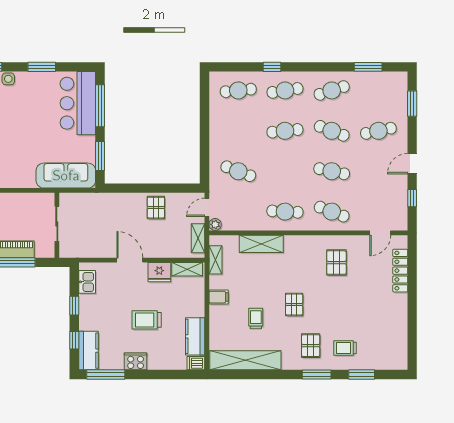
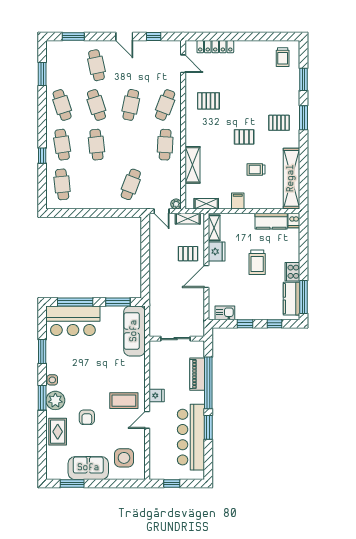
cafe table: (332, 131) -> (96, 105), turned -39
pallet: (156, 208) -> (188, 254), moved
trolley: (345, 348) -> (283, 57), moved
kitchen counter: (88, 351) -> (292, 299), moved, turned -90

